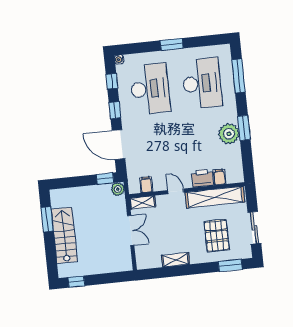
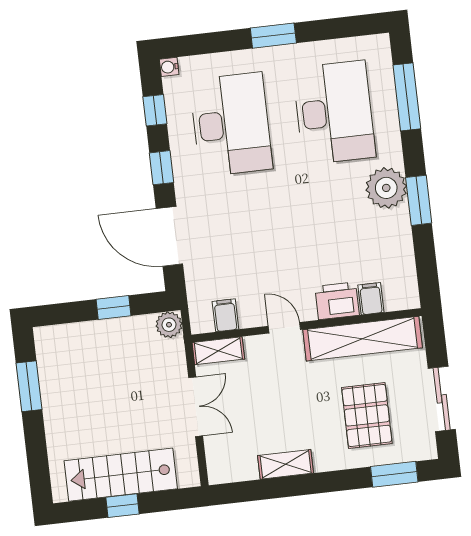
plant: (229, 134) -> (386, 188), moved
window: (105, 179) -> (114, 308), moved
stairs: (64, 235) -> (121, 475), moved, turned -90
window: (76, 282) -> (123, 506), moved

